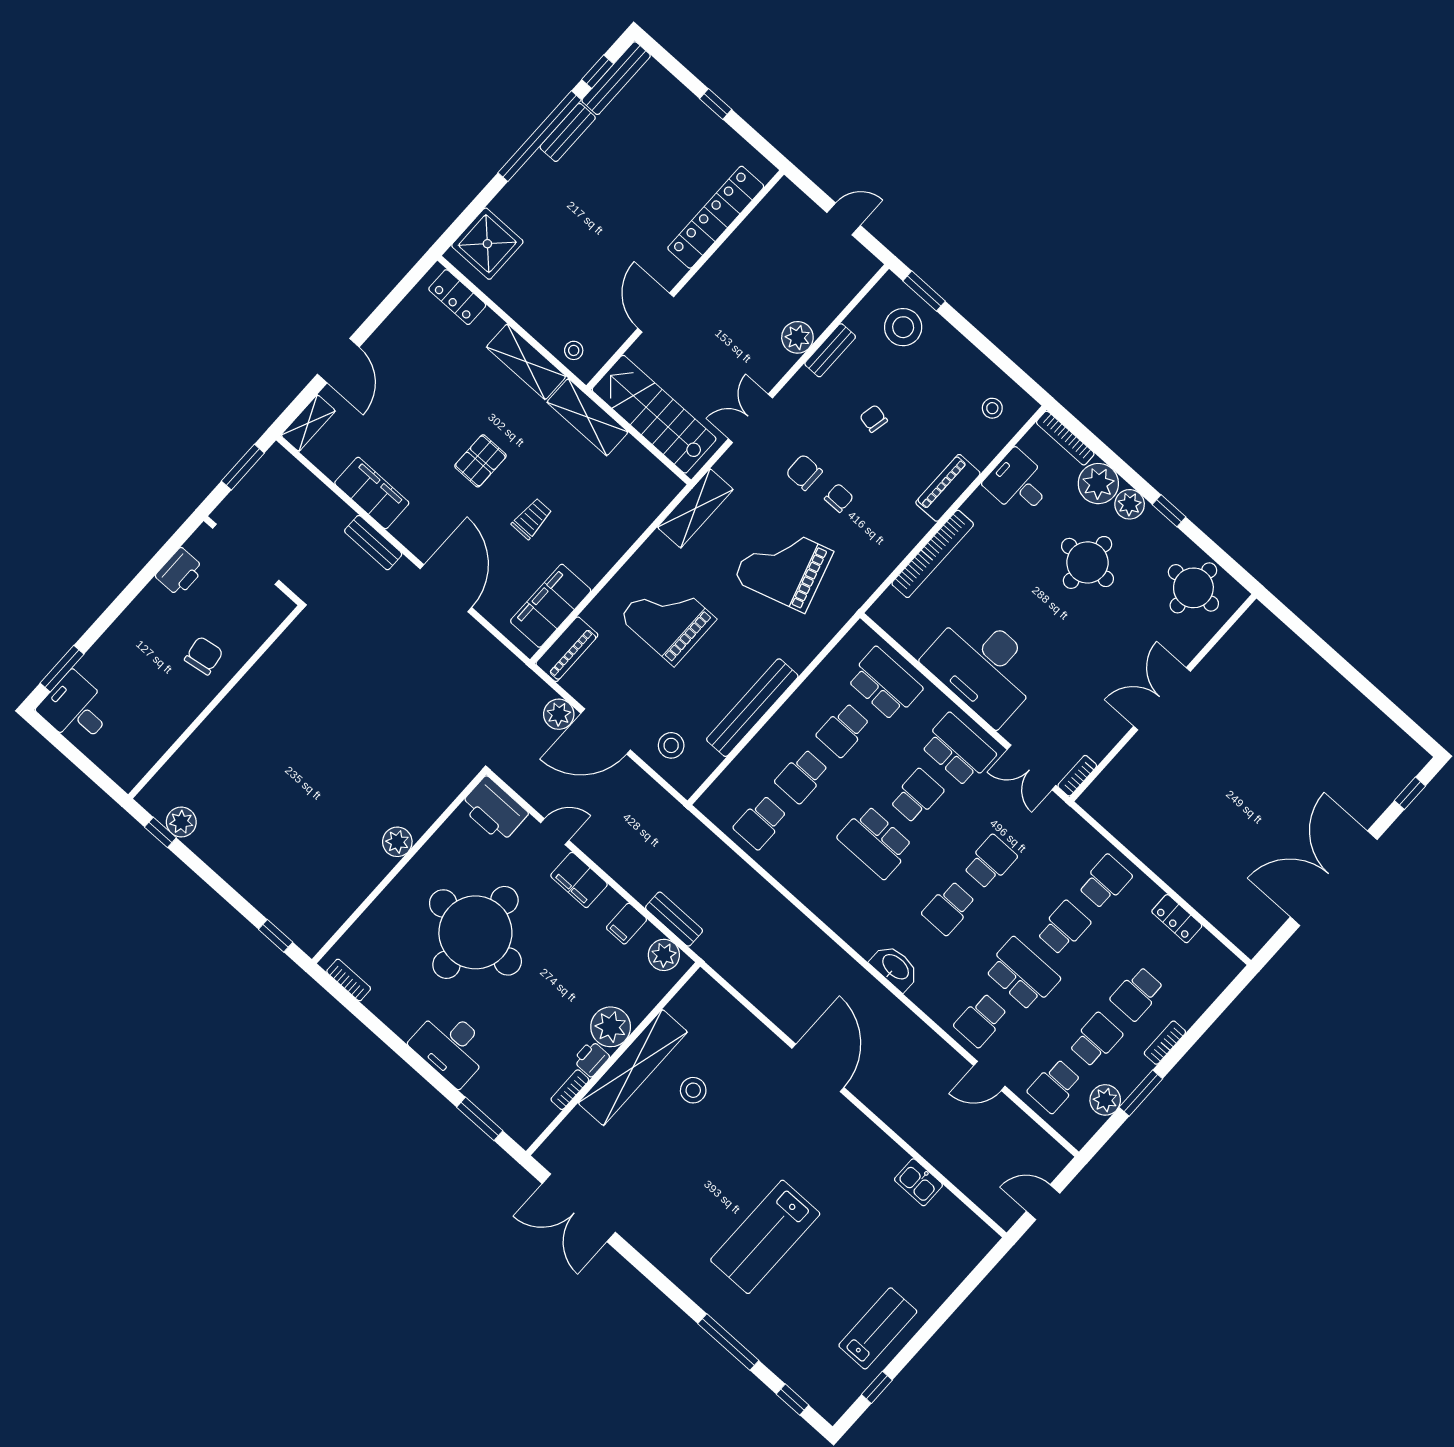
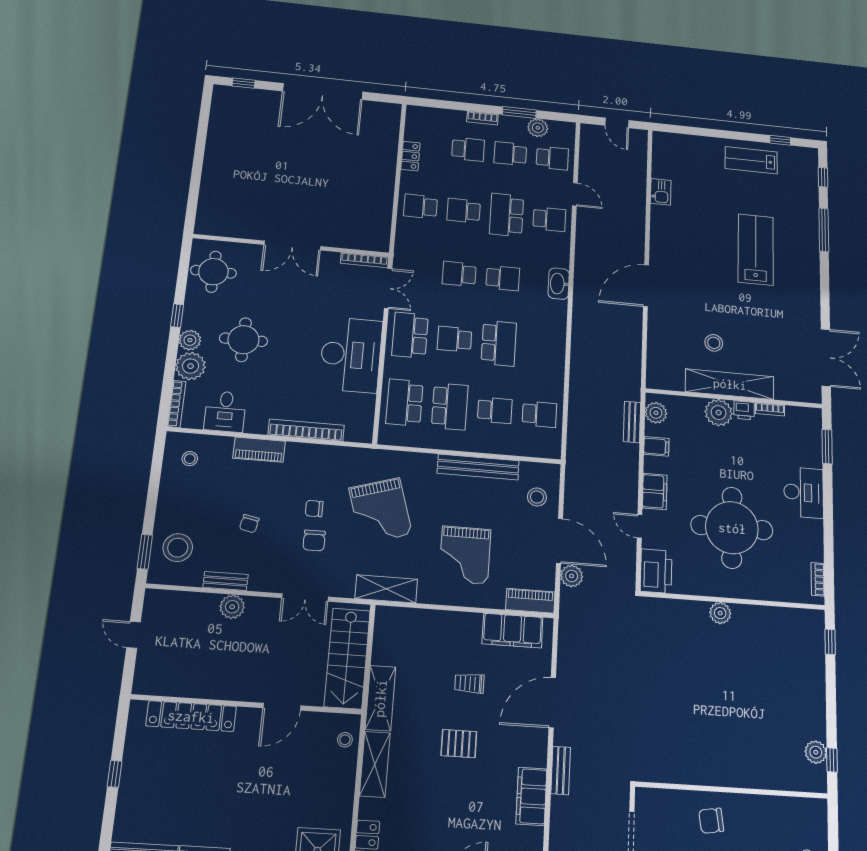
school desk: (843, 730) -> (450, 406), width x1.85
bookcase: (1077, 776) -> (365, 260), width x1.56
lab bench: (765, 1237) -> (756, 250), turned -90

